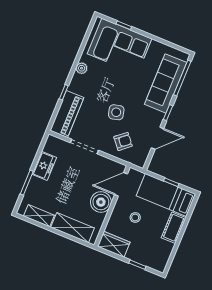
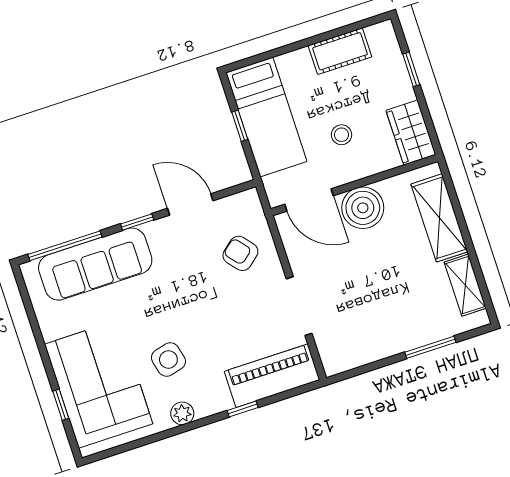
side table: (116, 112) -> (168, 359), moved
freezer: (44, 166) -> (382, 342), removed
cot: (174, 228) -> (340, 51), moved

